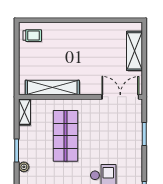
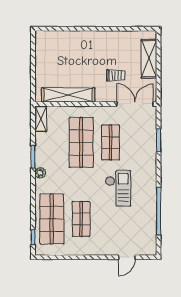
trolley: (32, 36) -> (116, 75), moved
shop shelf: (95, 136) -> (110, 142), added

